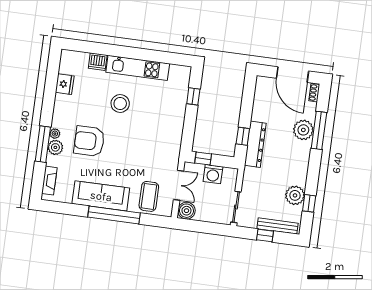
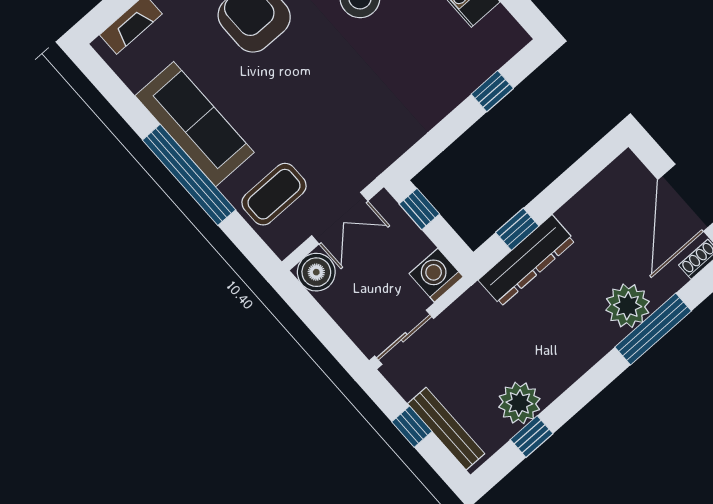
washing machine: (213, 174) -> (436, 275), moved, turned 90

